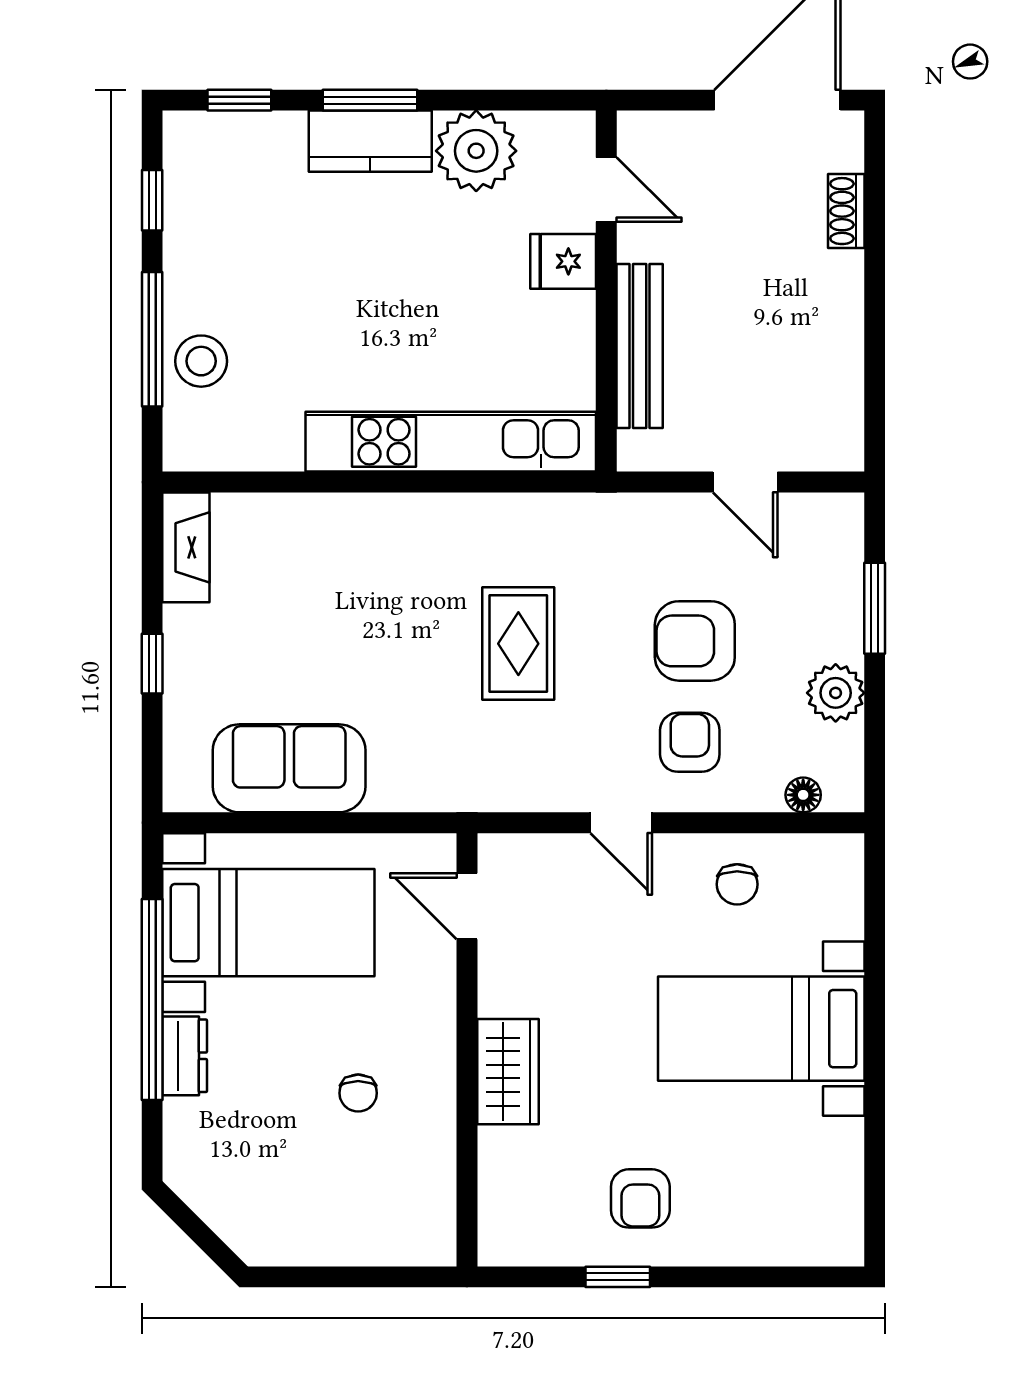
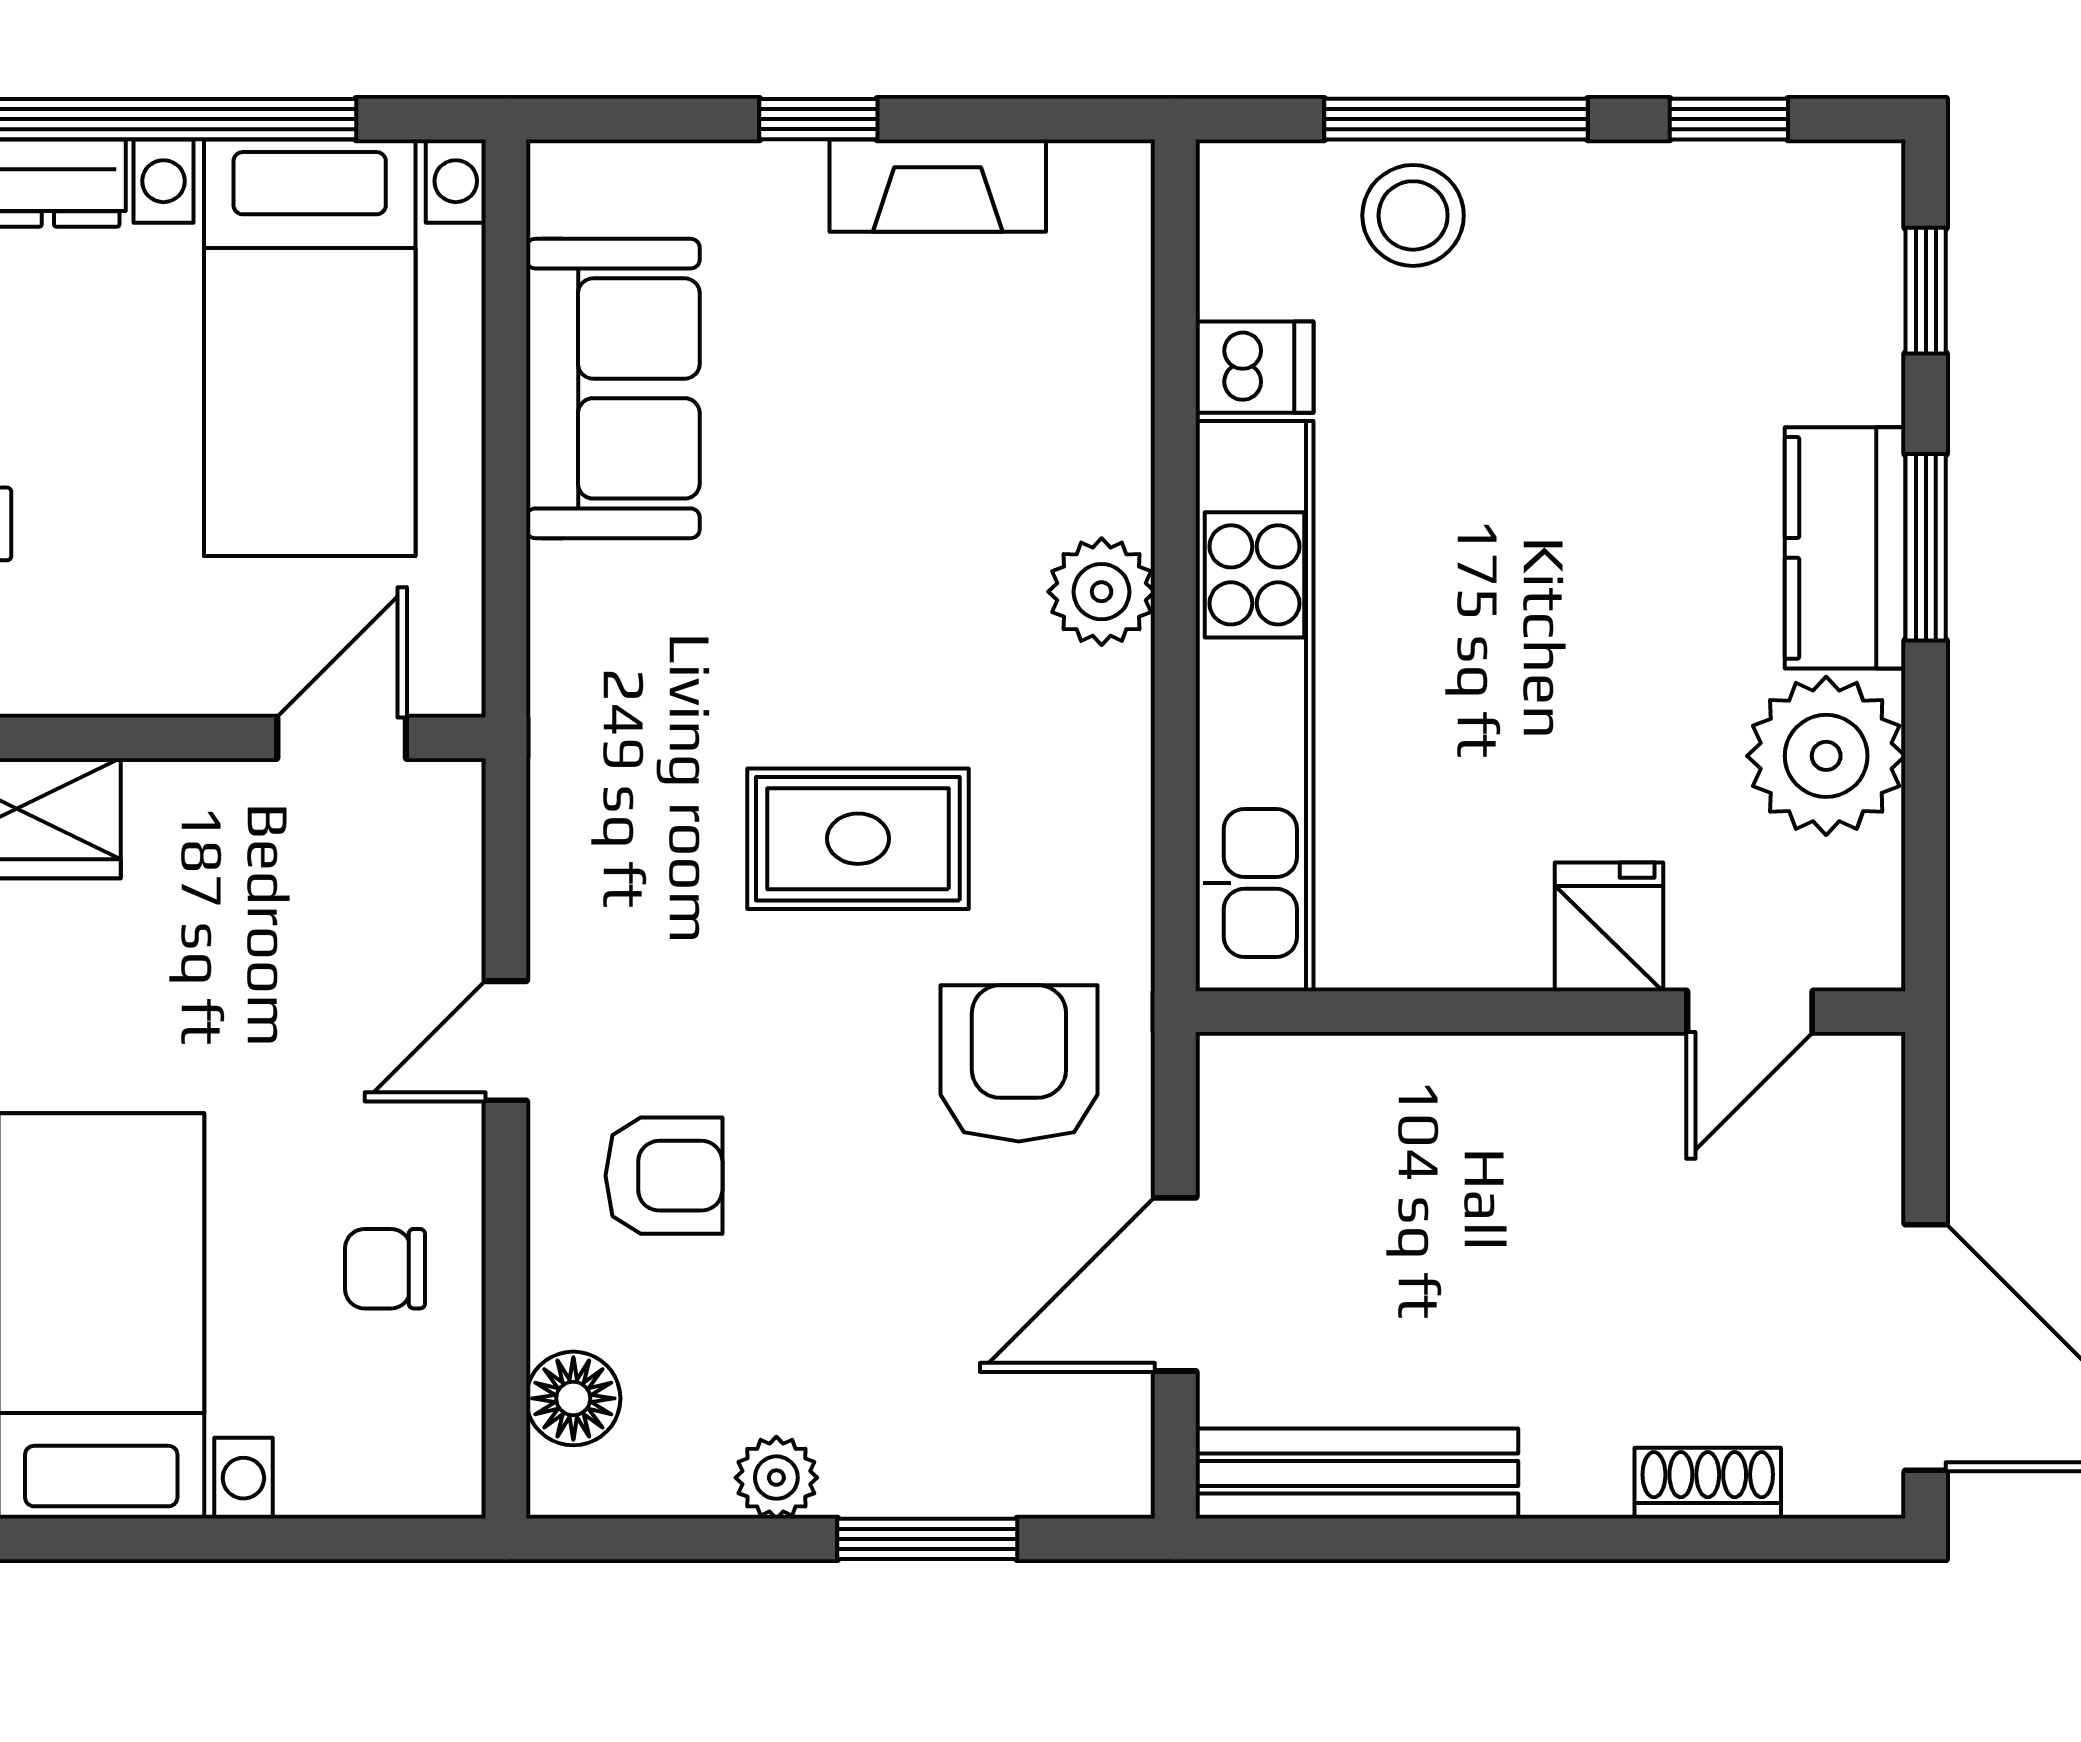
bench: (640, 346) -> (1357, 1473), moved
dishwasher: (278, 442) -> (1254, 367), added
door: (745, 482) -> (1175, 1284), width x1.38
plant: (393, 520) -> (1102, 592), added
fireplace: (186, 547) -> (938, 186), moved
armchair: (695, 641) -> (1019, 1063), moved
plant: (836, 693) -> (776, 1478), width x0.73, depth x0.73
floor lamp: (803, 795) -> (573, 1398), width x1.37, depth x1.37

